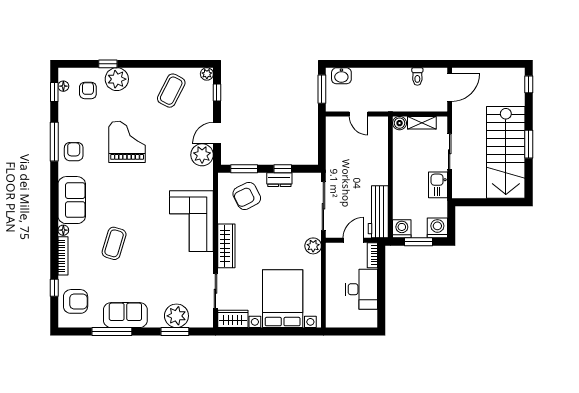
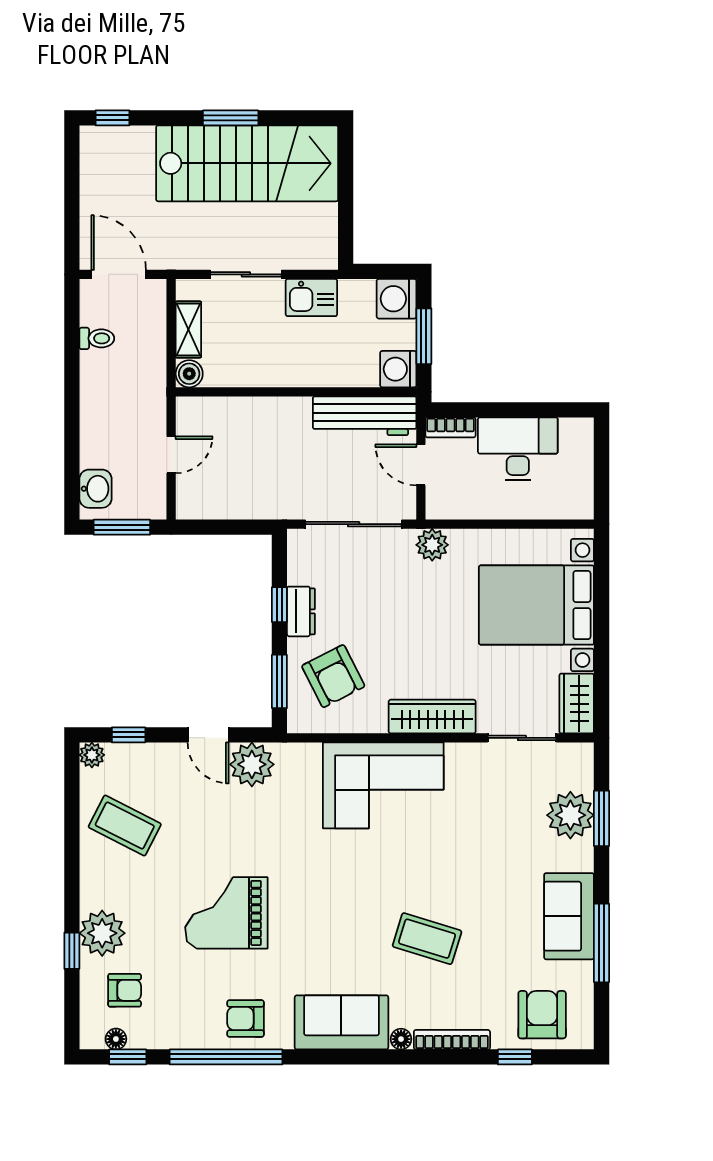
armchair: (88, 91) -> (125, 990), turned 180
window: (54, 142) -> (226, 1057), width x1.46

